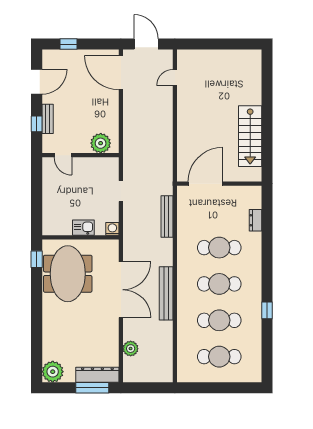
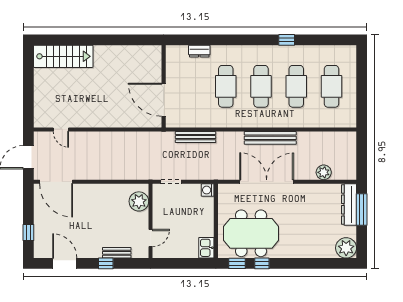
door: (121, 73) -> (56, 182), hinge flipped
bench: (48, 119) -> (117, 253), moved
stairs: (250, 136) -> (63, 56), moved
plant: (101, 143) -> (139, 201), moved
door: (63, 155) -> (151, 238), moved
wall: (80, 155) -> (151, 221), moved
kitchen sink: (83, 228) -> (206, 248), moved
window: (37, 285) -> (262, 263), added

